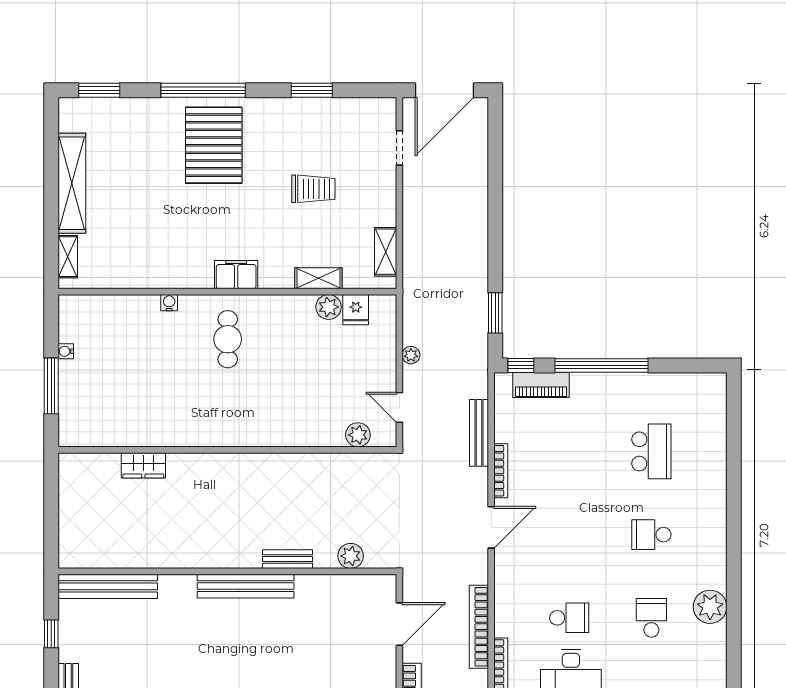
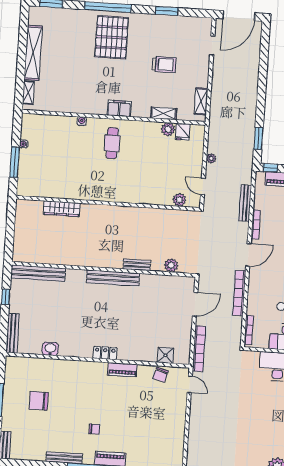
wardrobe: (143, 465) -> (62, 209), width x1.50
bookcase: (479, 627) -> (239, 293), moved

